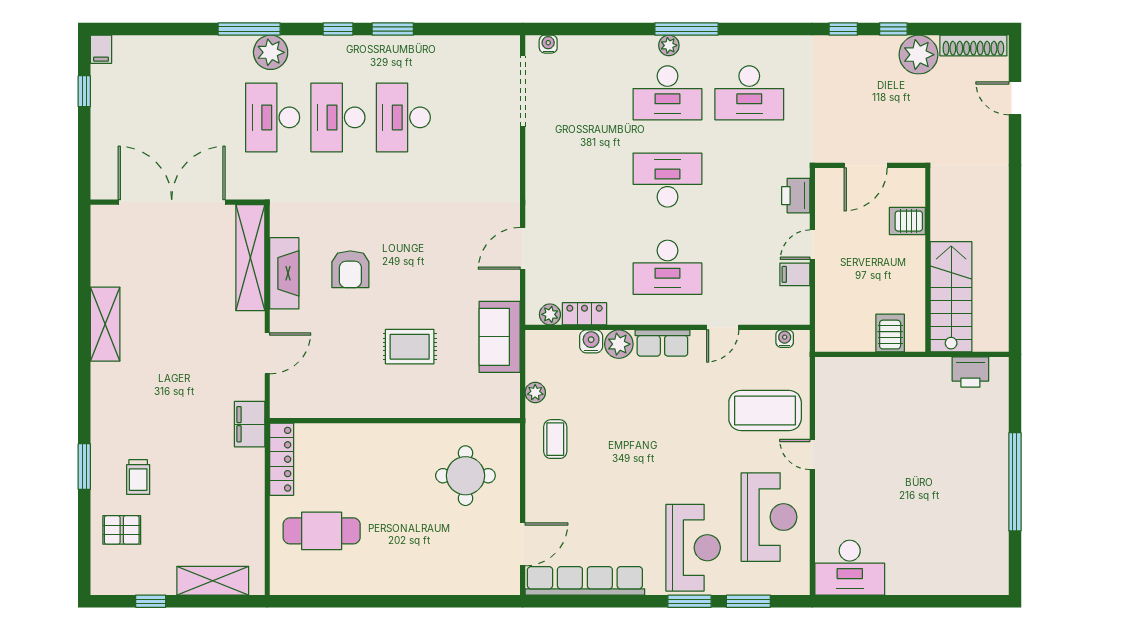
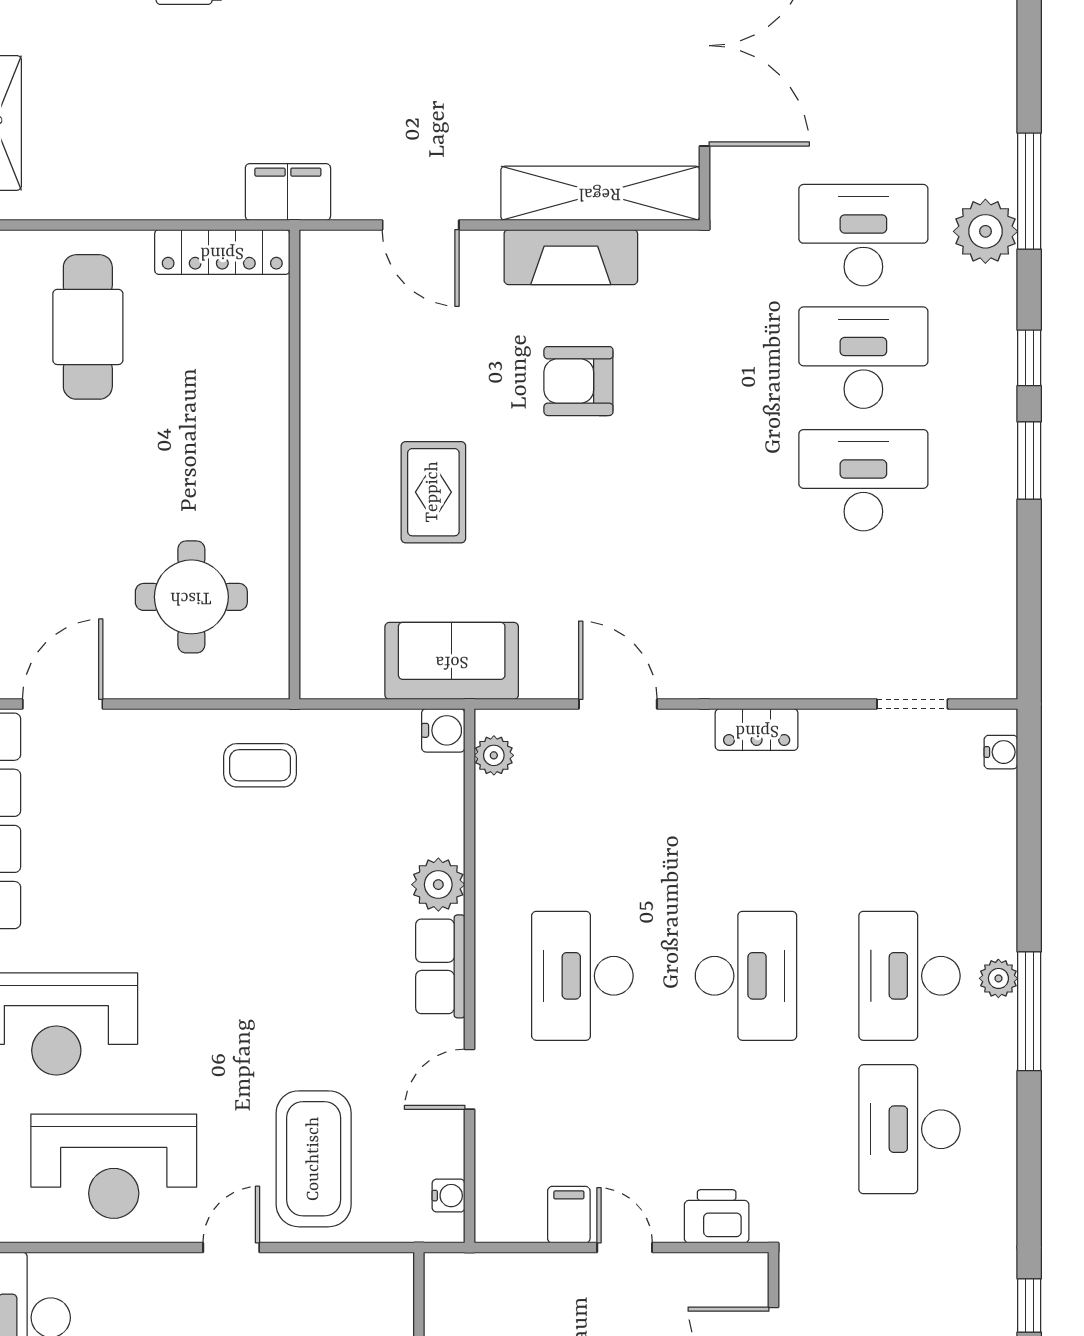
doorway: (523, 91) -> (912, 704), width x0.53
locker: (584, 314) -> (757, 730), moved, turned 90
door: (723, 327) -> (470, 1079), hinge flipped
water cooler: (591, 341) -> (443, 730), moved
plant: (535, 392) -> (347, 728), removed
door: (523, 544) -> (63, 704), swing flipped

